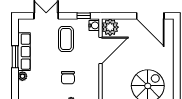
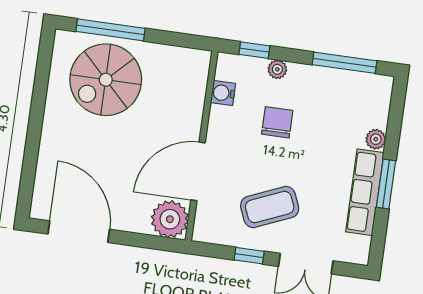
window: (84, 16) -> (249, 256), moved
water cooler: (94, 25) -> (223, 93), moved
coffee table: (66, 39) -> (270, 207), turned 67

